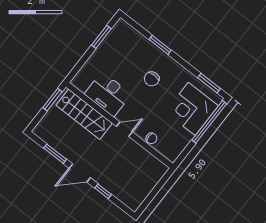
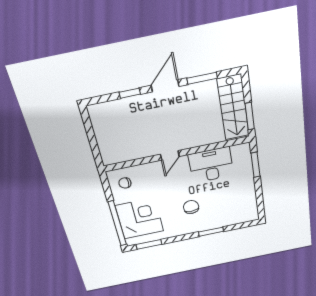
window: (101, 37) -> (256, 165), moved
stairs: (84, 114) -> (233, 108), moved, turned -90
chair: (151, 138) -> (125, 183), moved

